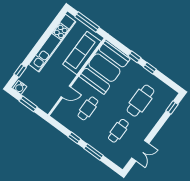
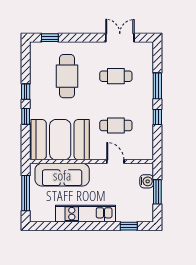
kitchen unit: (52, 43) -> (86, 214), width x0.73
water cooler: (20, 87) -> (147, 181), moved
cafe table: (140, 101) -> (67, 76), turned 90

